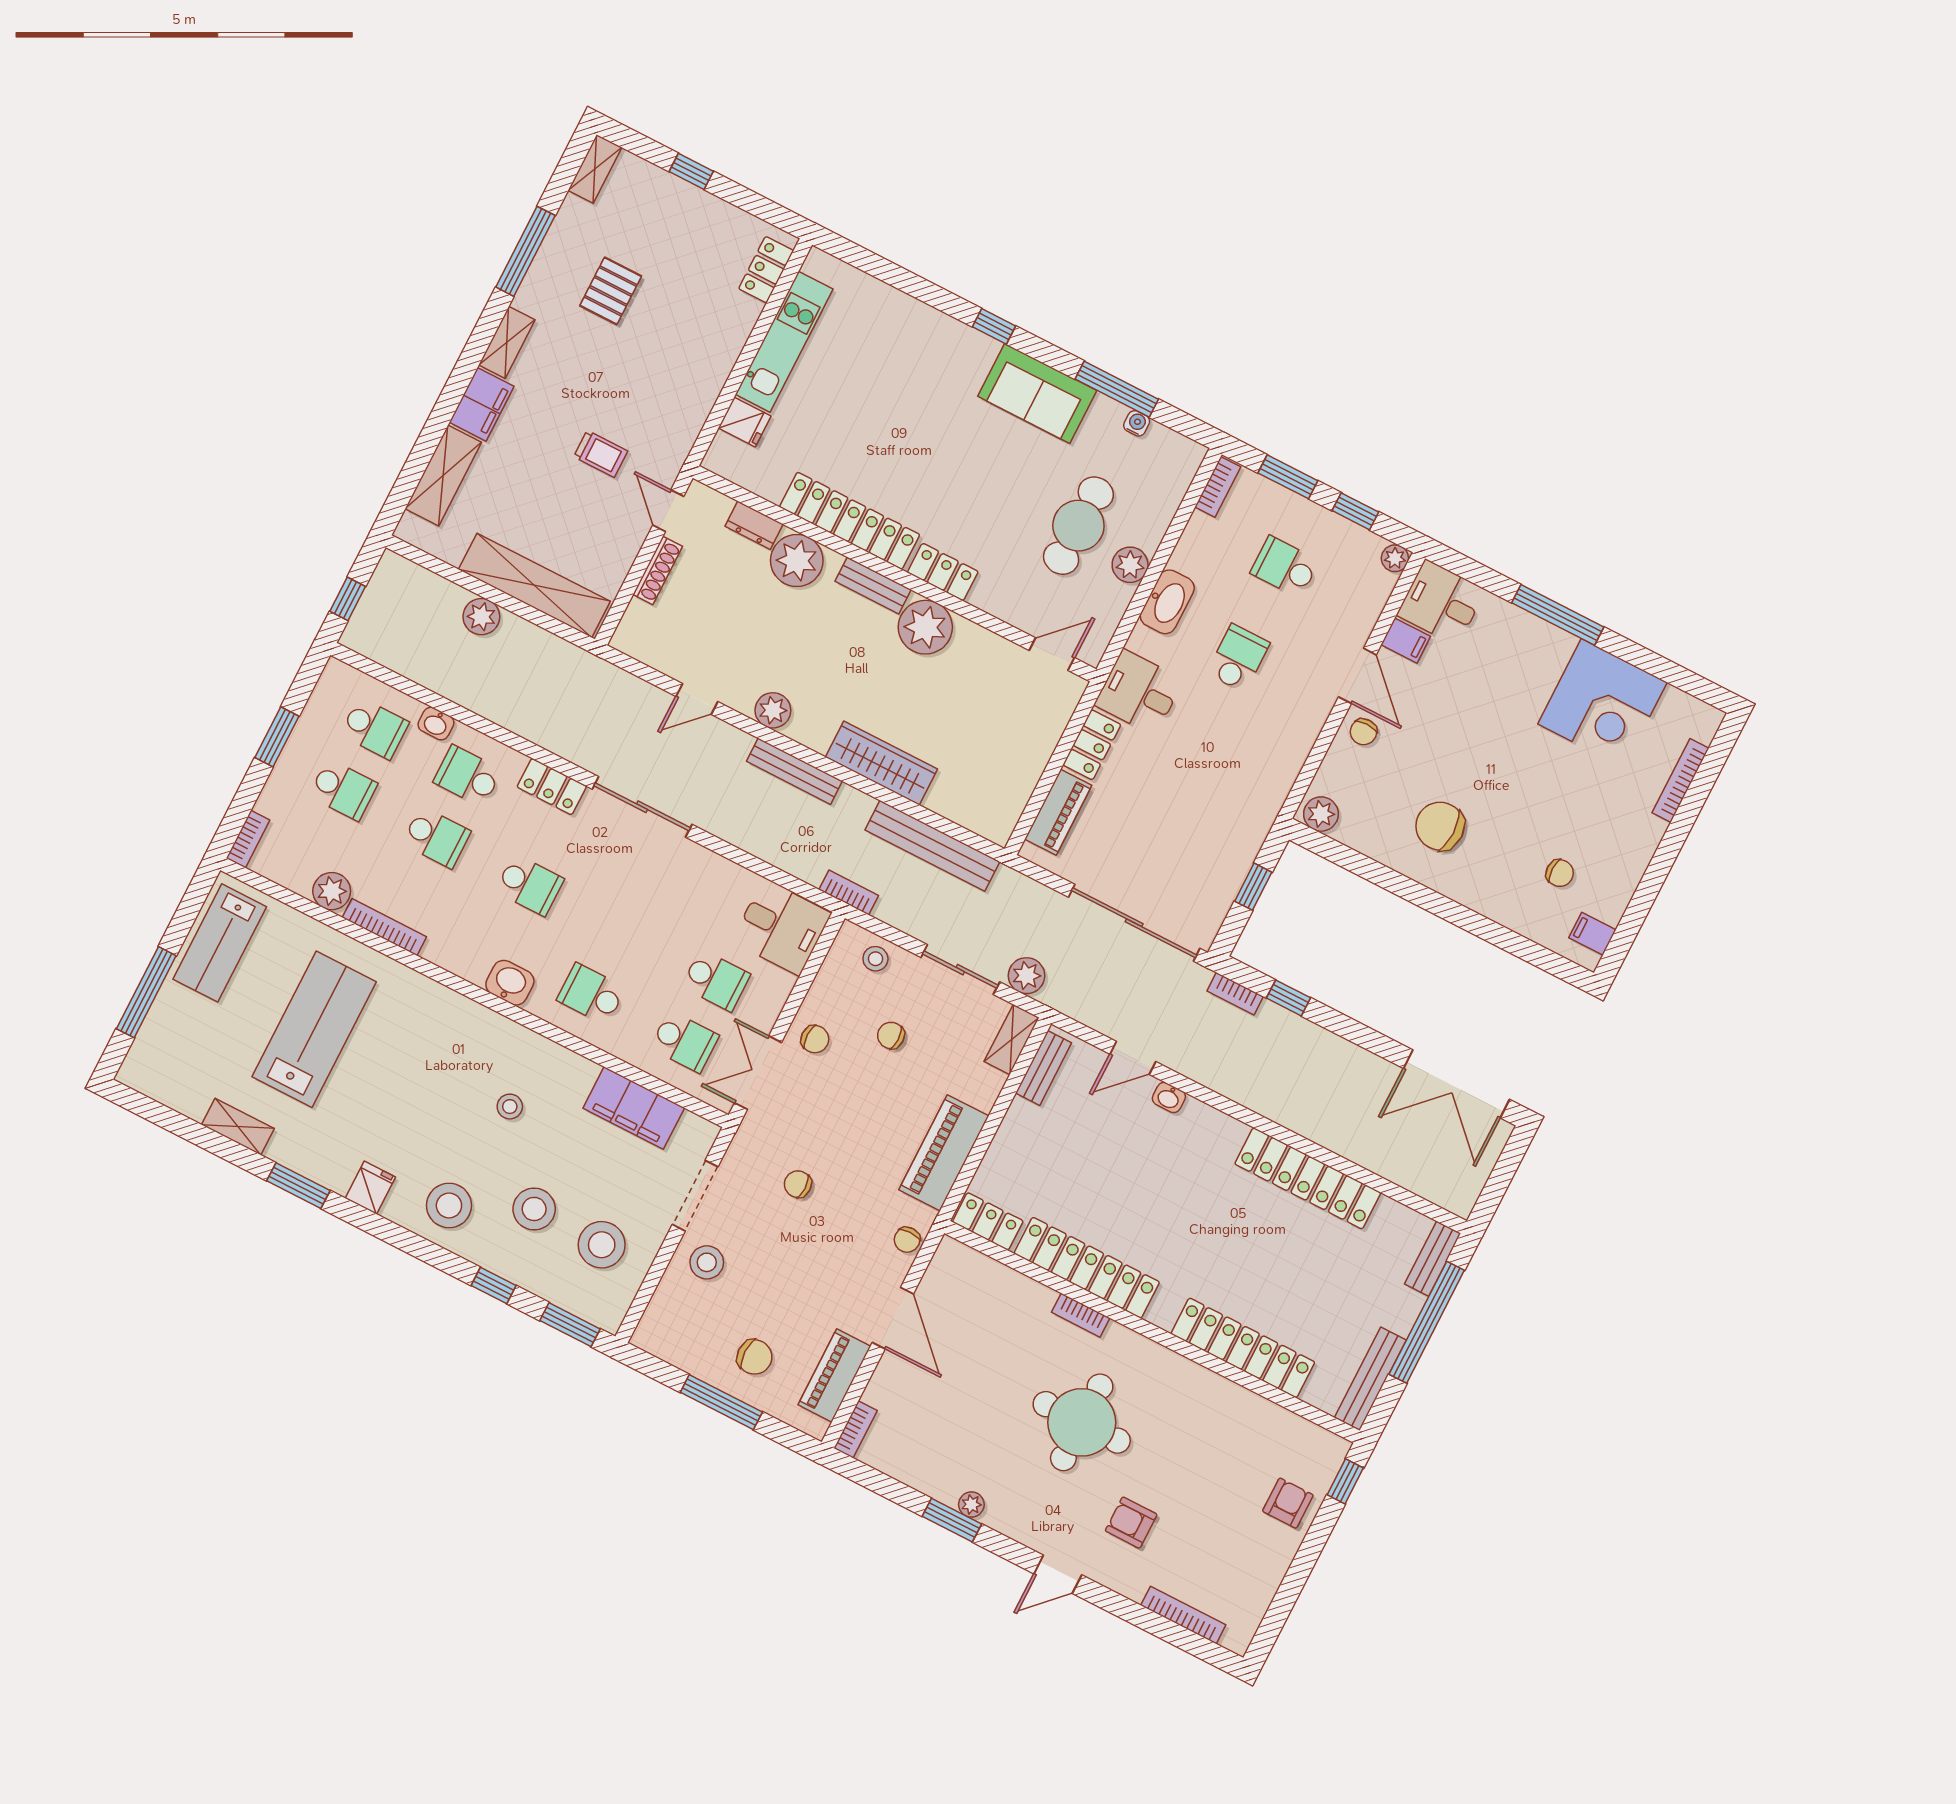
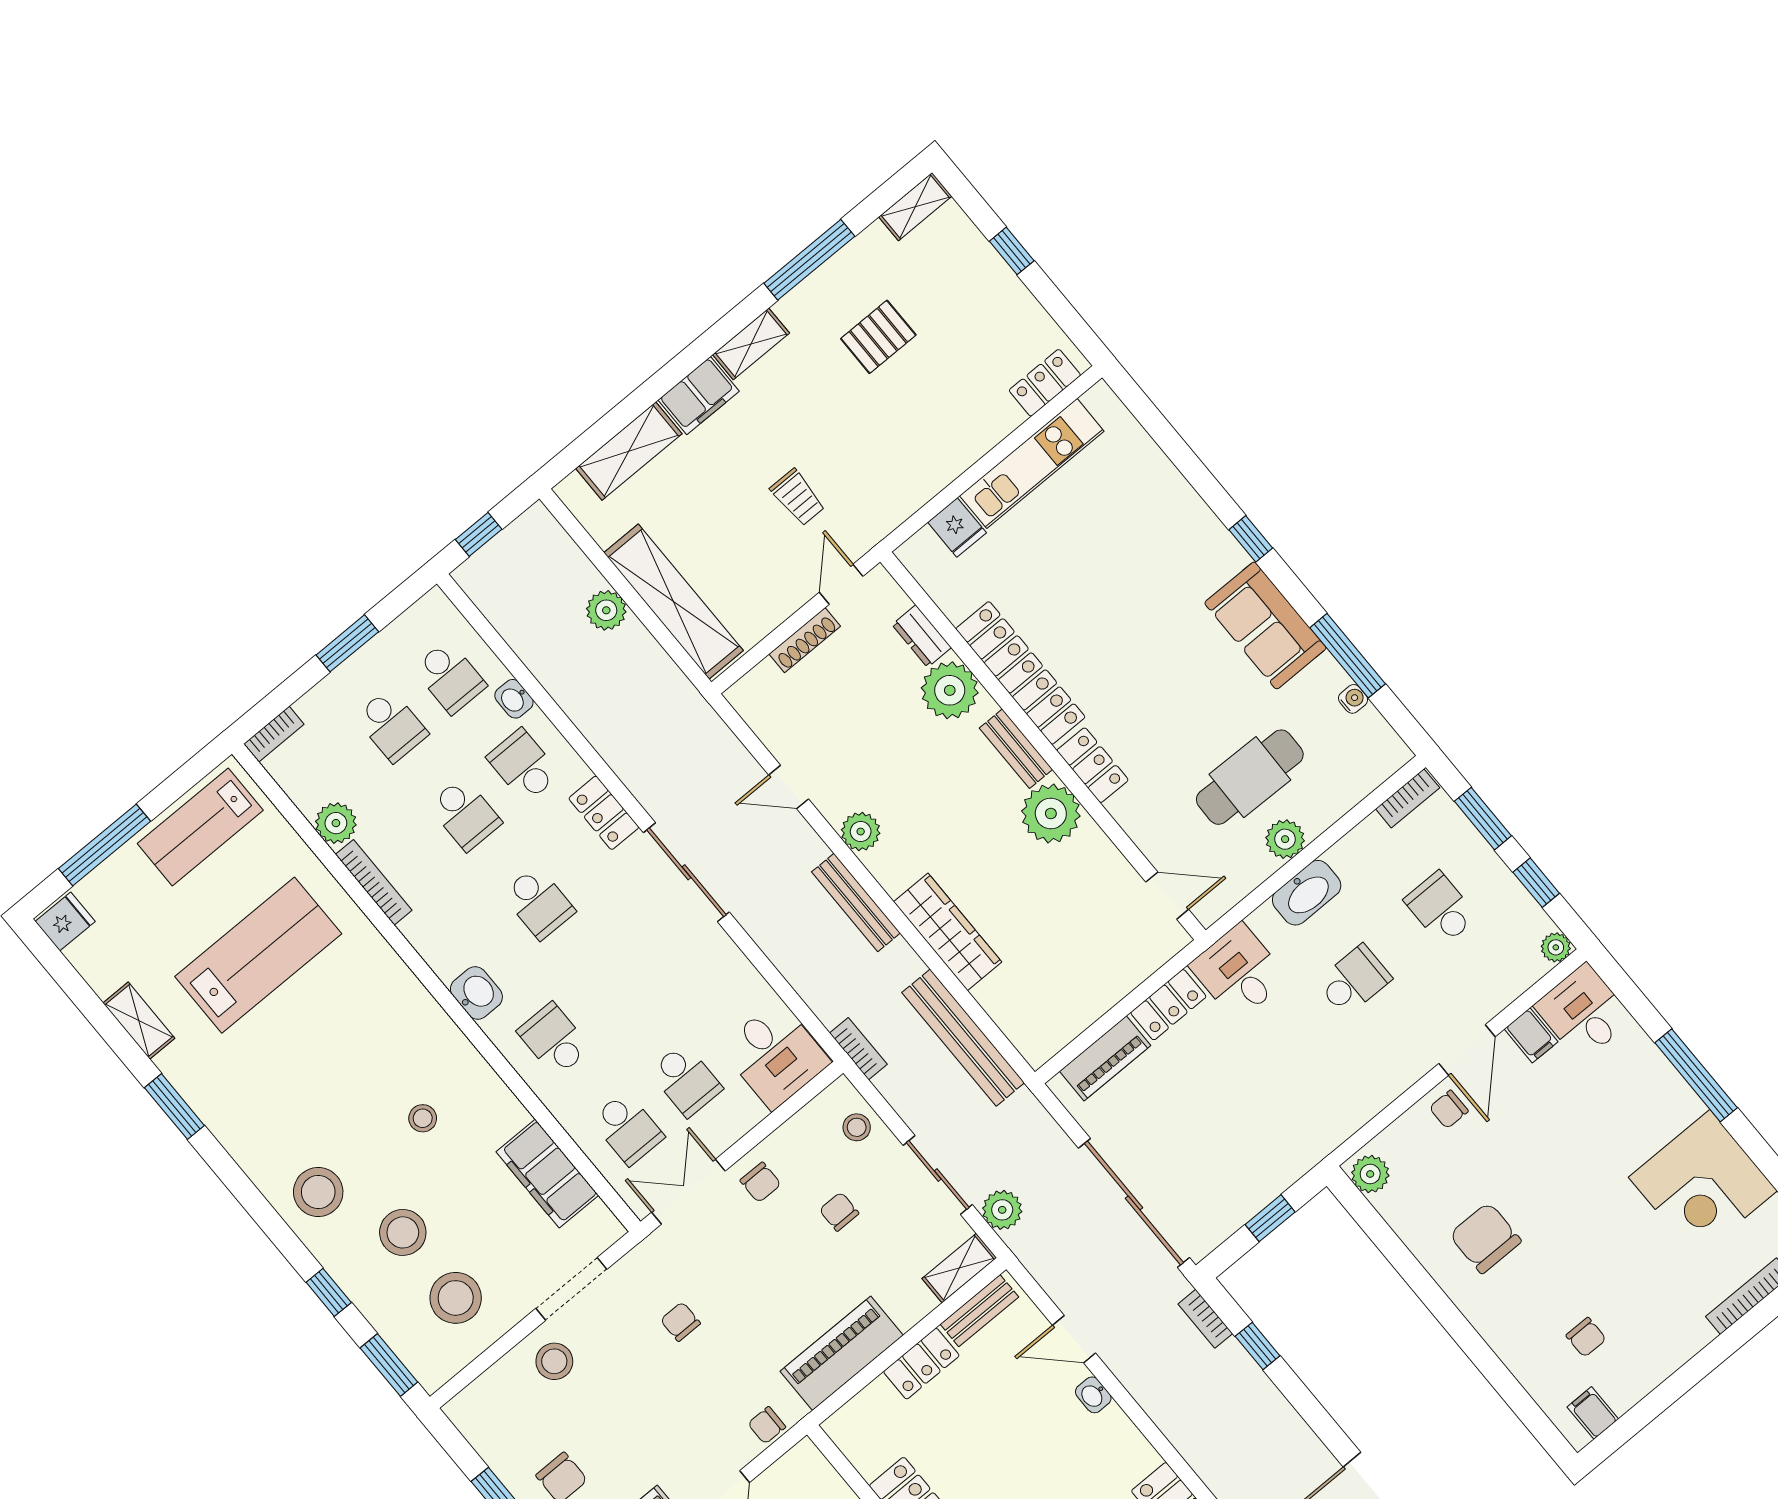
fridge: (370, 1188) -> (65, 921), moved
locker: (988, 1221) -> (921, 1364), moved, turned 90

